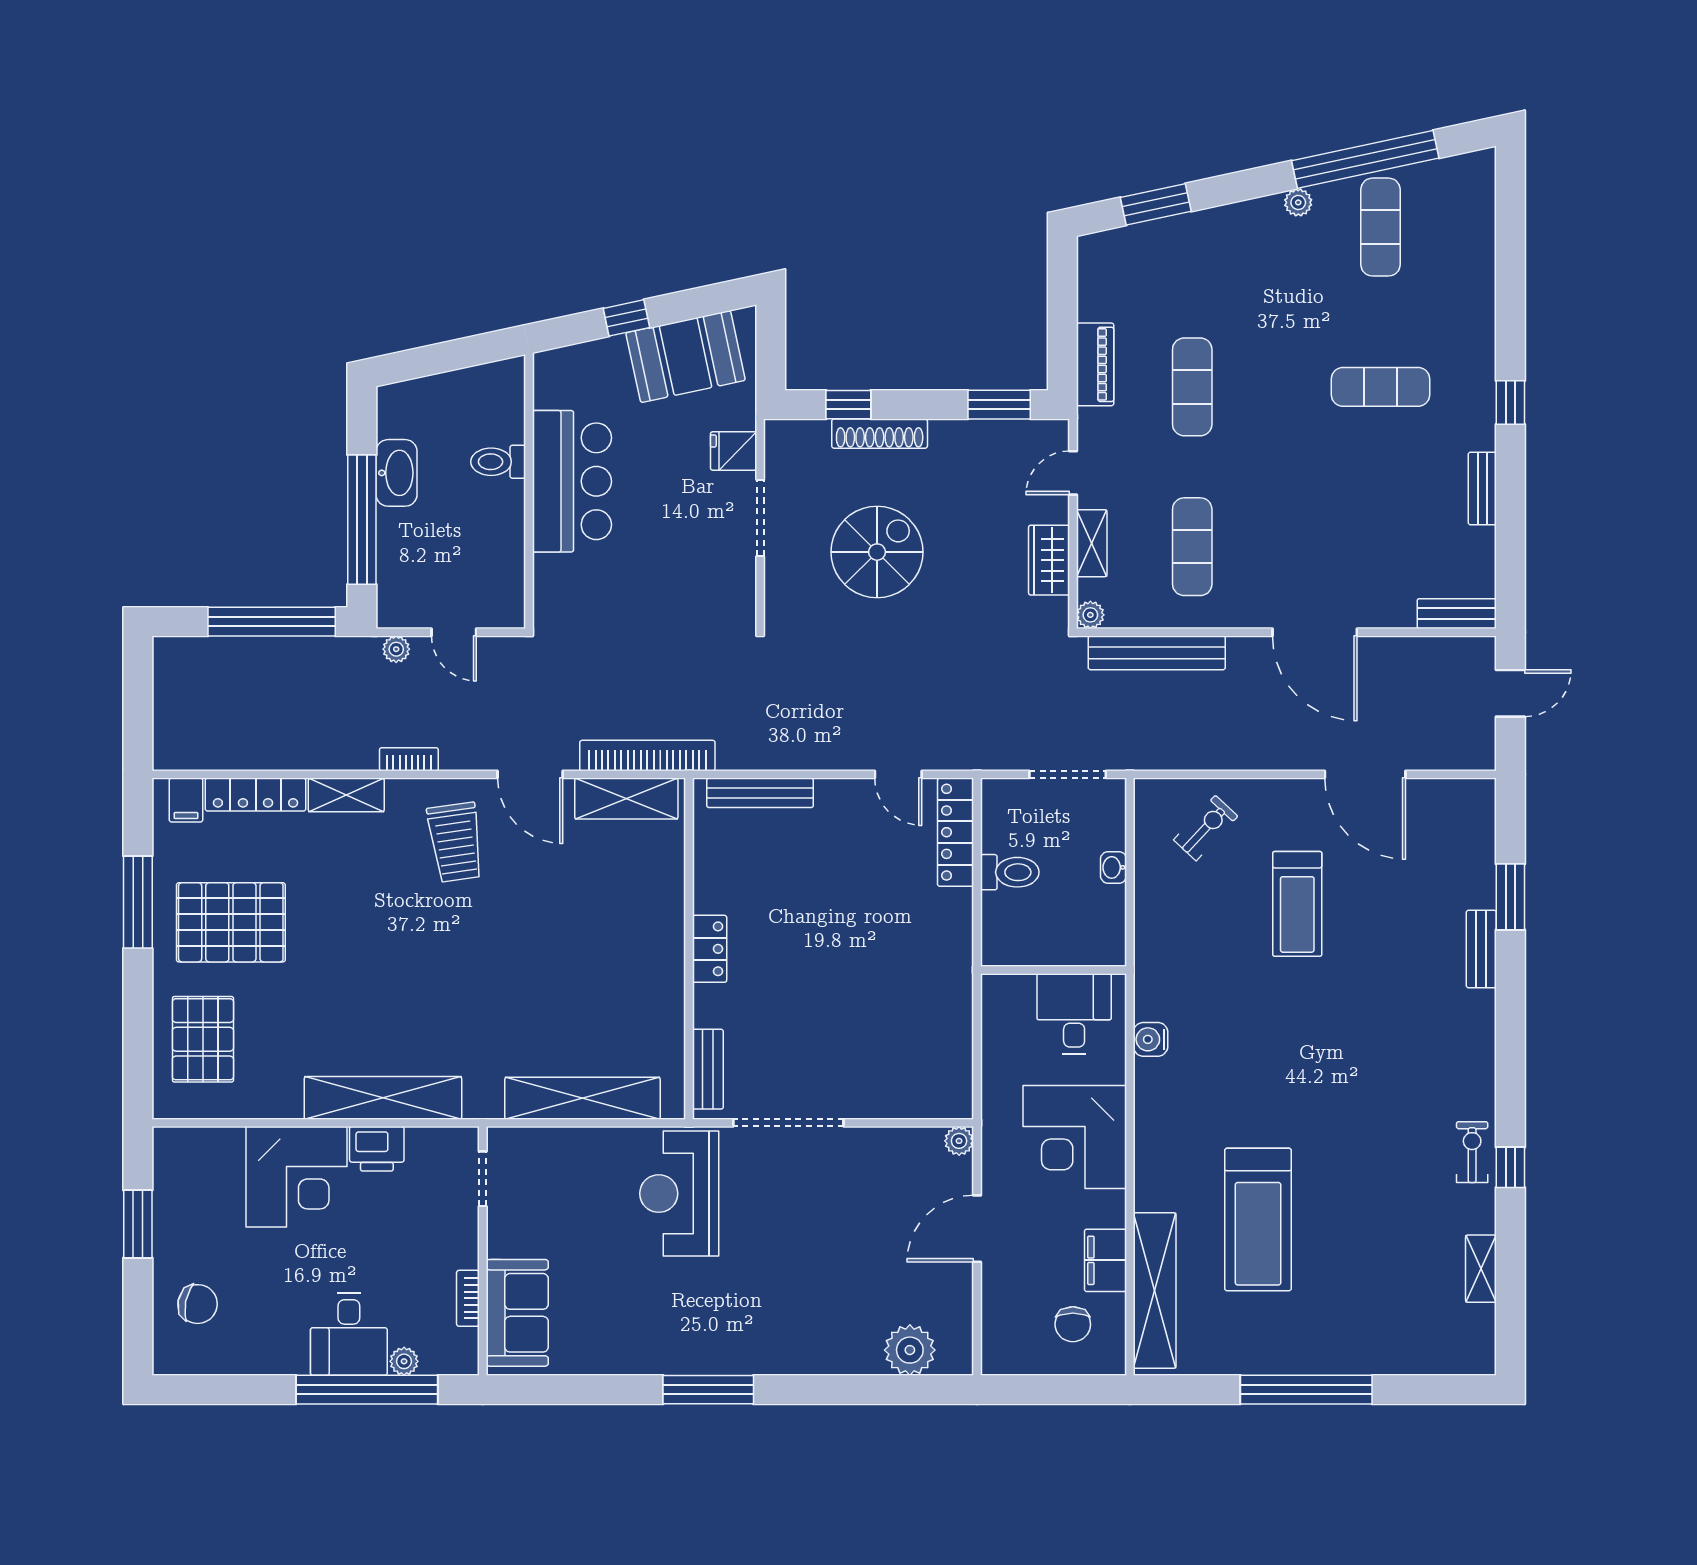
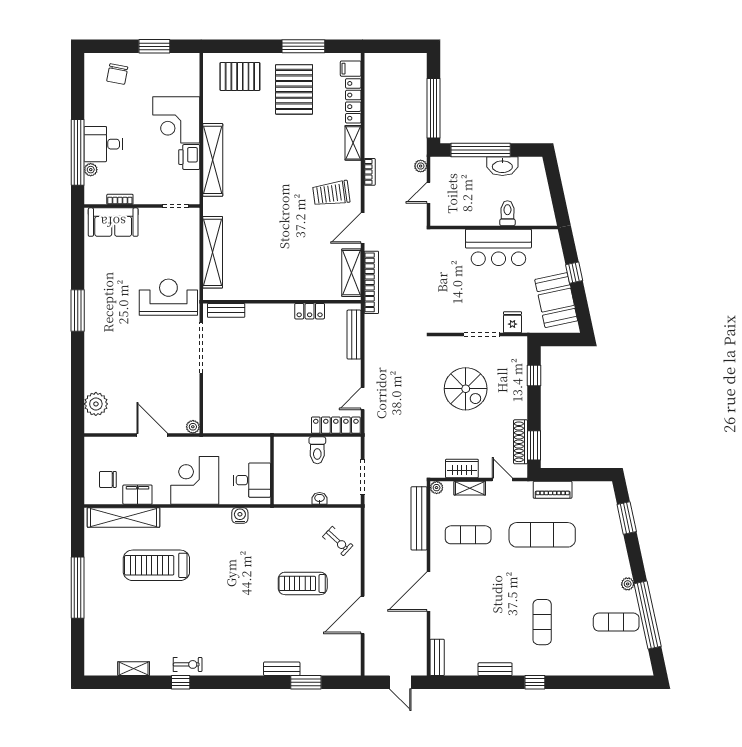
exercise mat: (1192, 387) -> (542, 535), width x1.36, depth x1.45
shoe rack: (880, 434) -> (521, 442), moved
locker: (710, 949) -> (310, 311), moved

